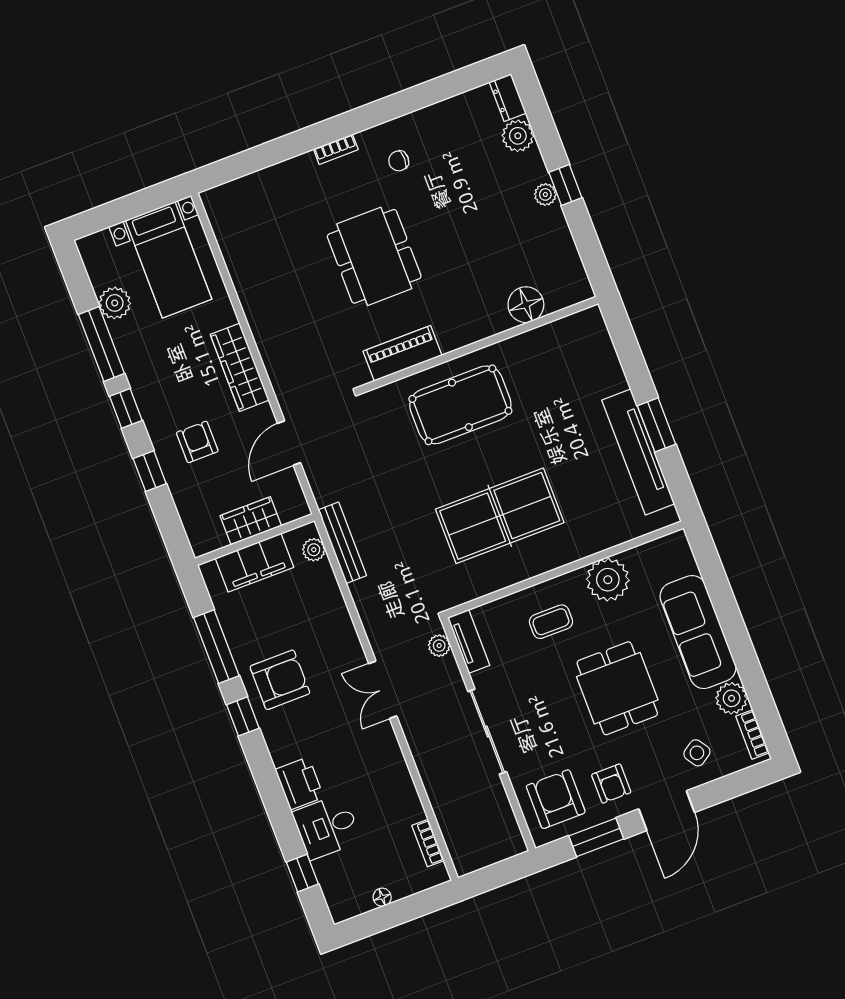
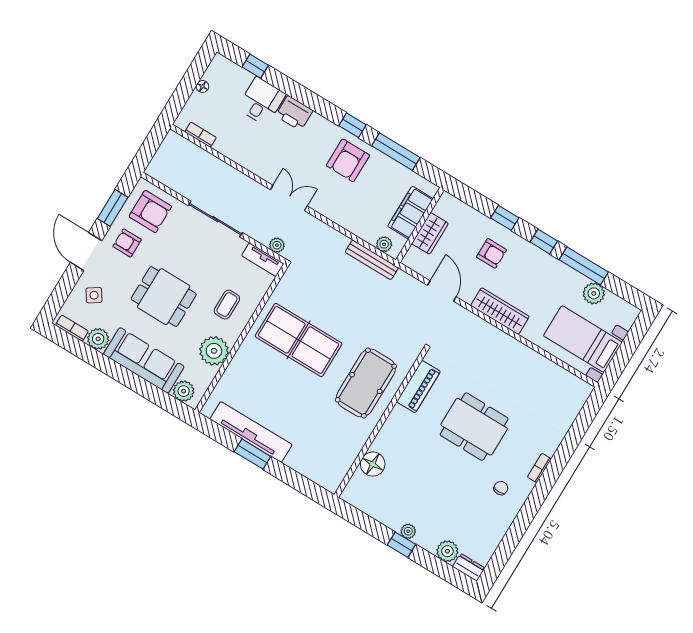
table tennis table: (500, 516) -> (299, 340), turned 90
plant: (680, 560) -> (184, 391), added

